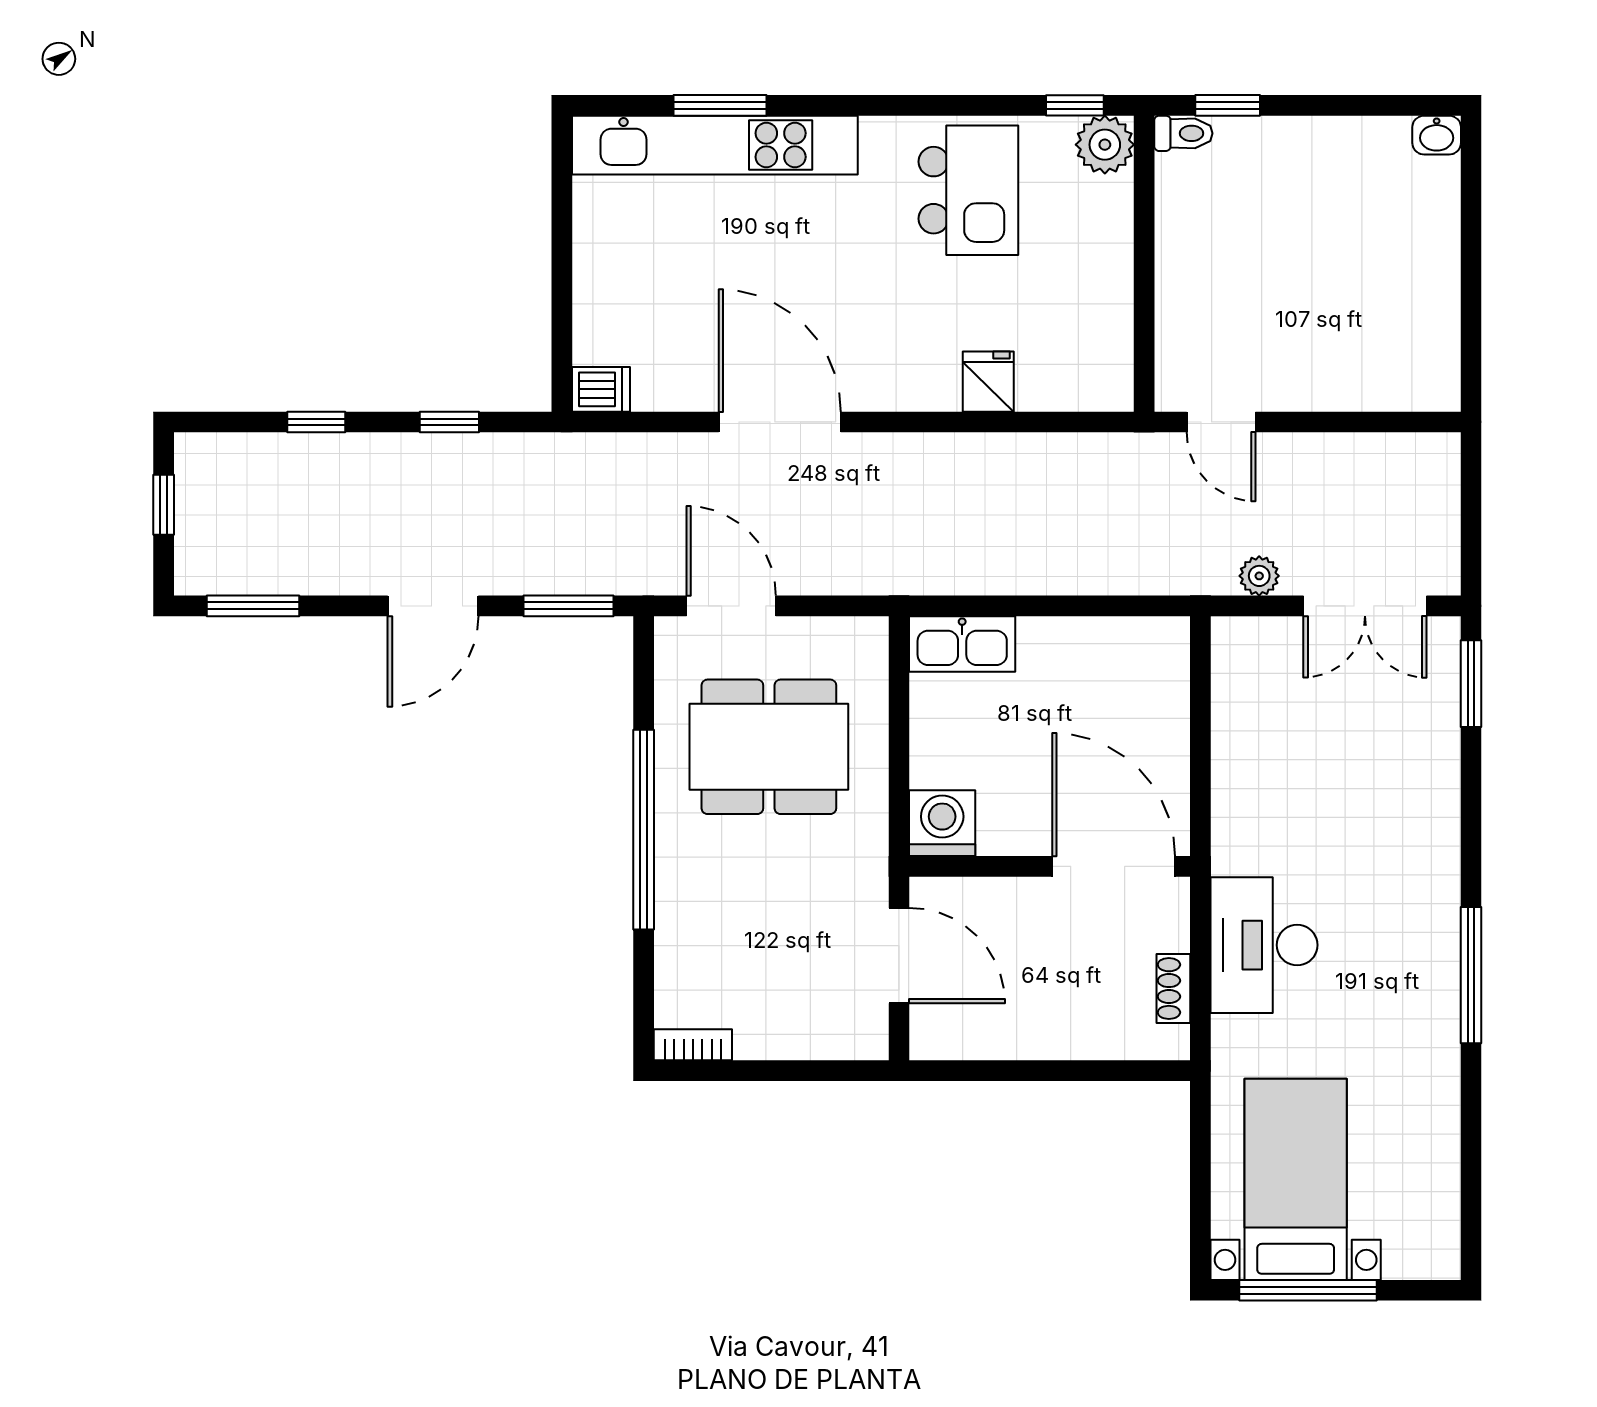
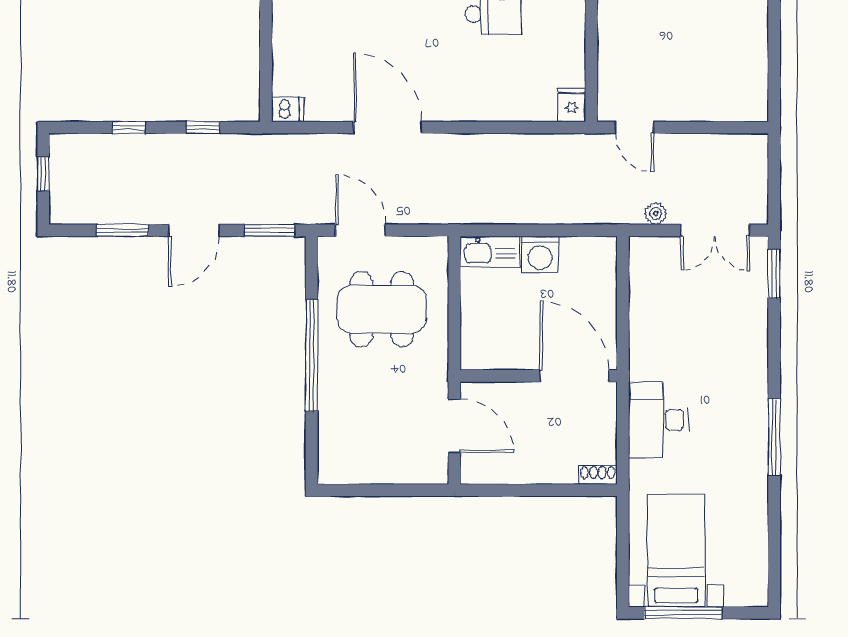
fridge: (988, 382) -> (572, 105), moved
window: (253, 606) -> (122, 230), moved
washing machine: (942, 823) -> (540, 254), moved, turned 180
shoe rack: (1173, 989) -> (598, 475), moved, turned 90
bookcase: (693, 1045) -> (339, 476), removed

